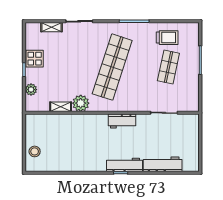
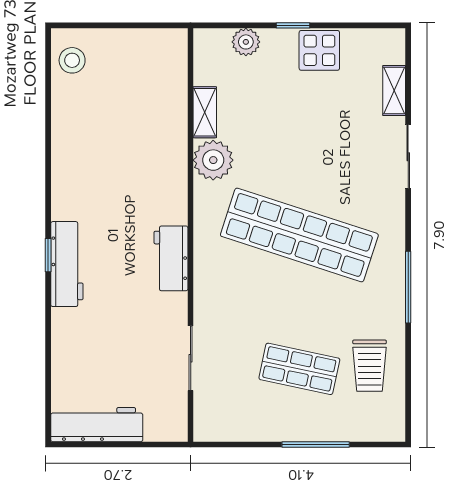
stool: (35, 151) -> (72, 60), moved
workbench: (163, 164) -> (97, 425), moved, turned -90

